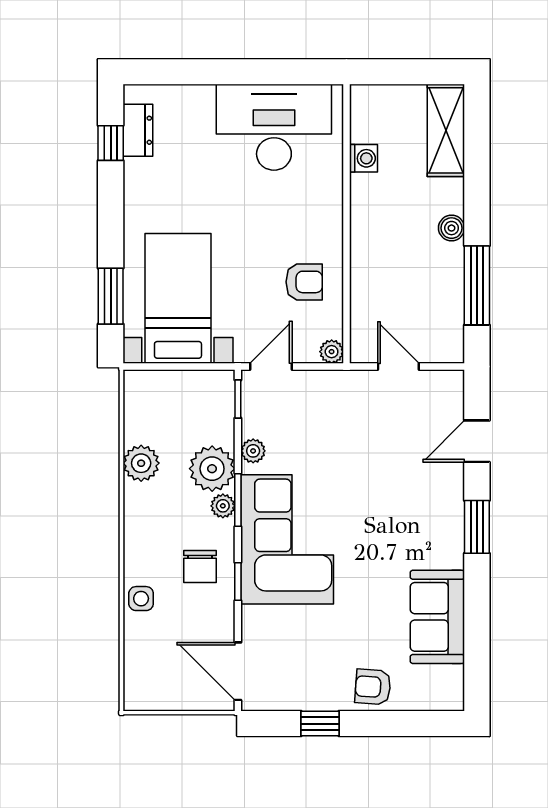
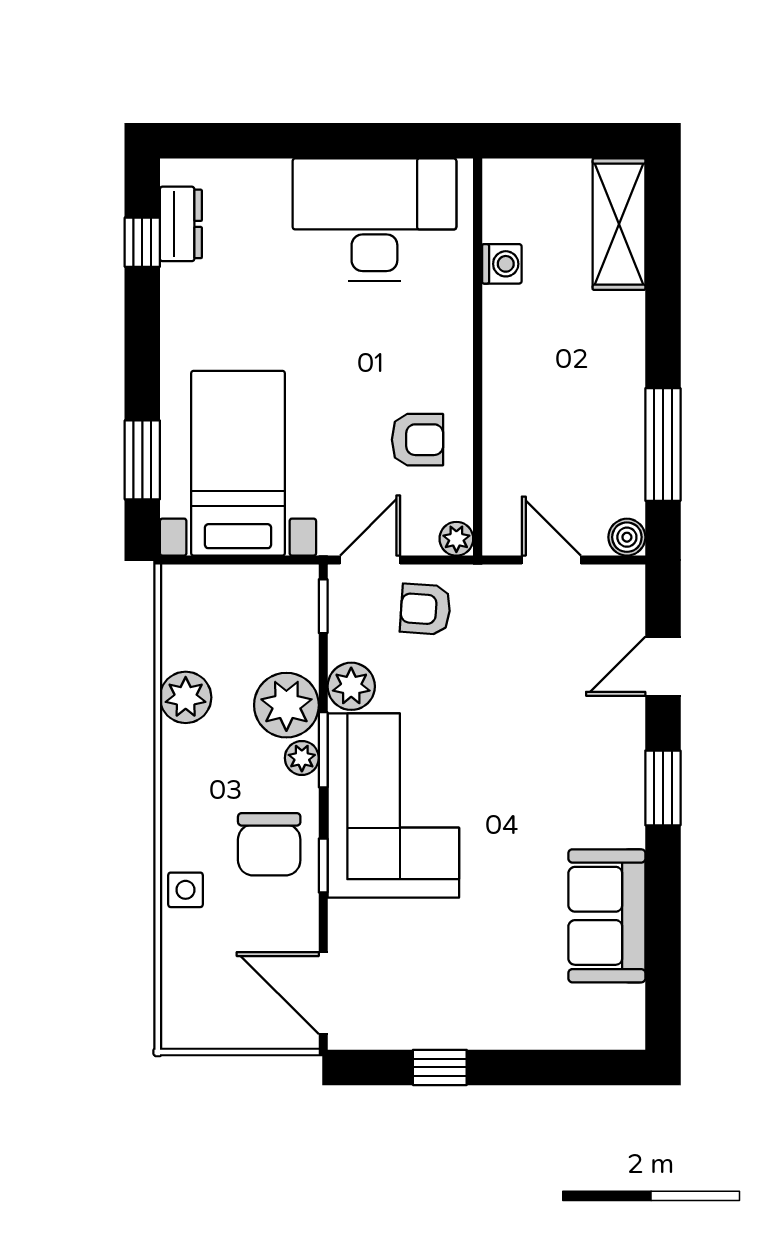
boiler: (452, 228) -> (627, 537), moved
plant: (253, 451) -> (351, 686), width x1.38, depth x1.38
chair: (200, 567) -> (269, 844), width x1.37, depth x1.37
armchair: (373, 687) -> (425, 609), moved

